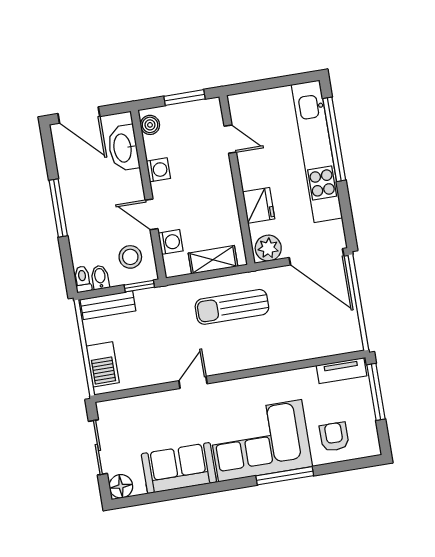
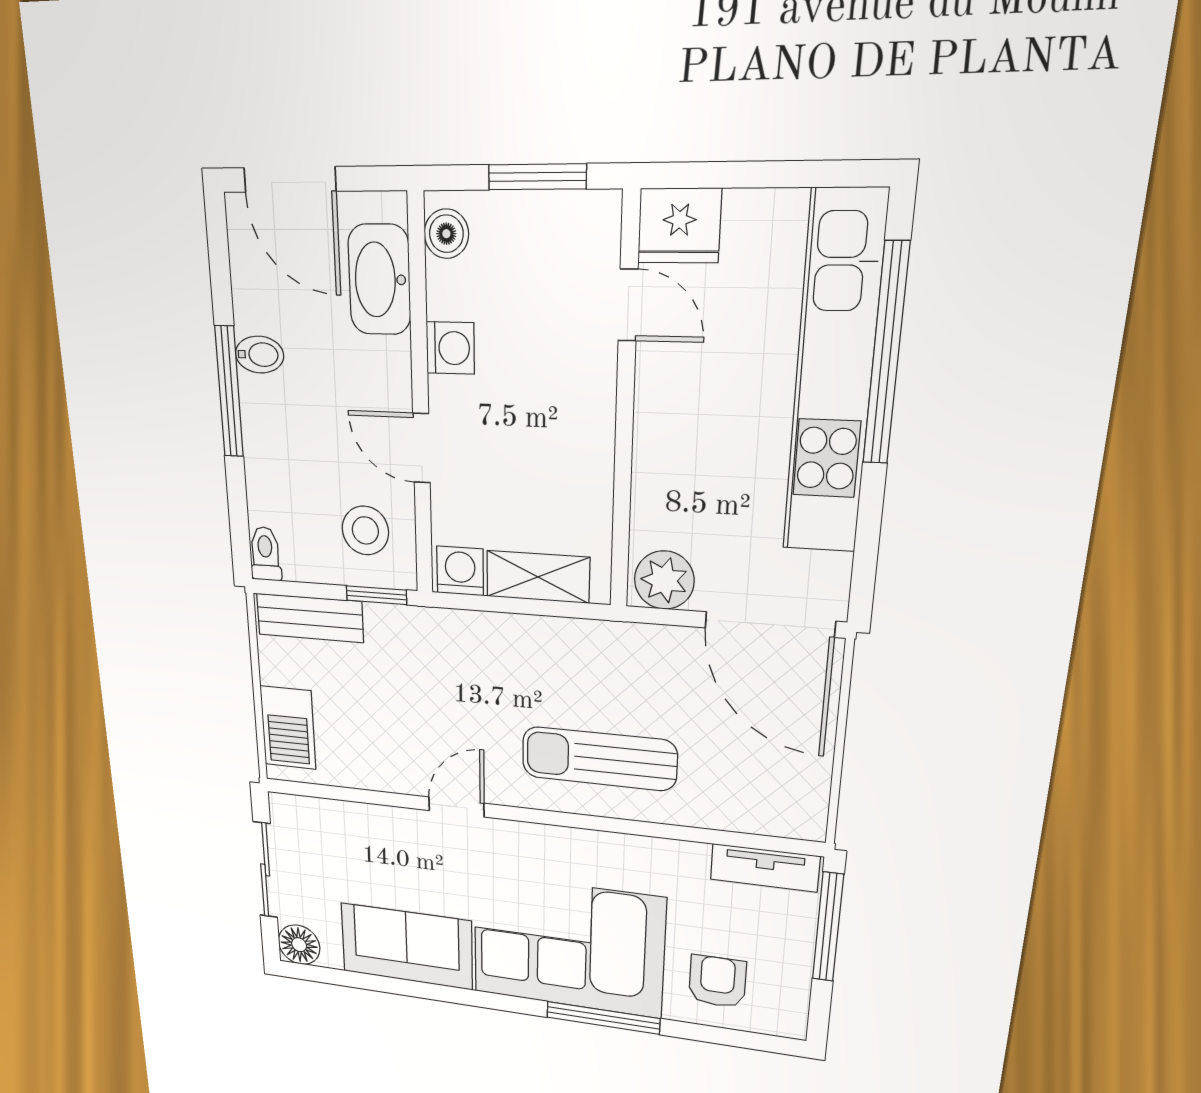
fridge: (259, 205) -> (679, 226), moved, turned 90
washing machine: (171, 242) -> (460, 571), moved, turned -90
bidet: (100, 277) -> (260, 355), moved, turned 90
sun lounger: (232, 307) -> (599, 759), moved

